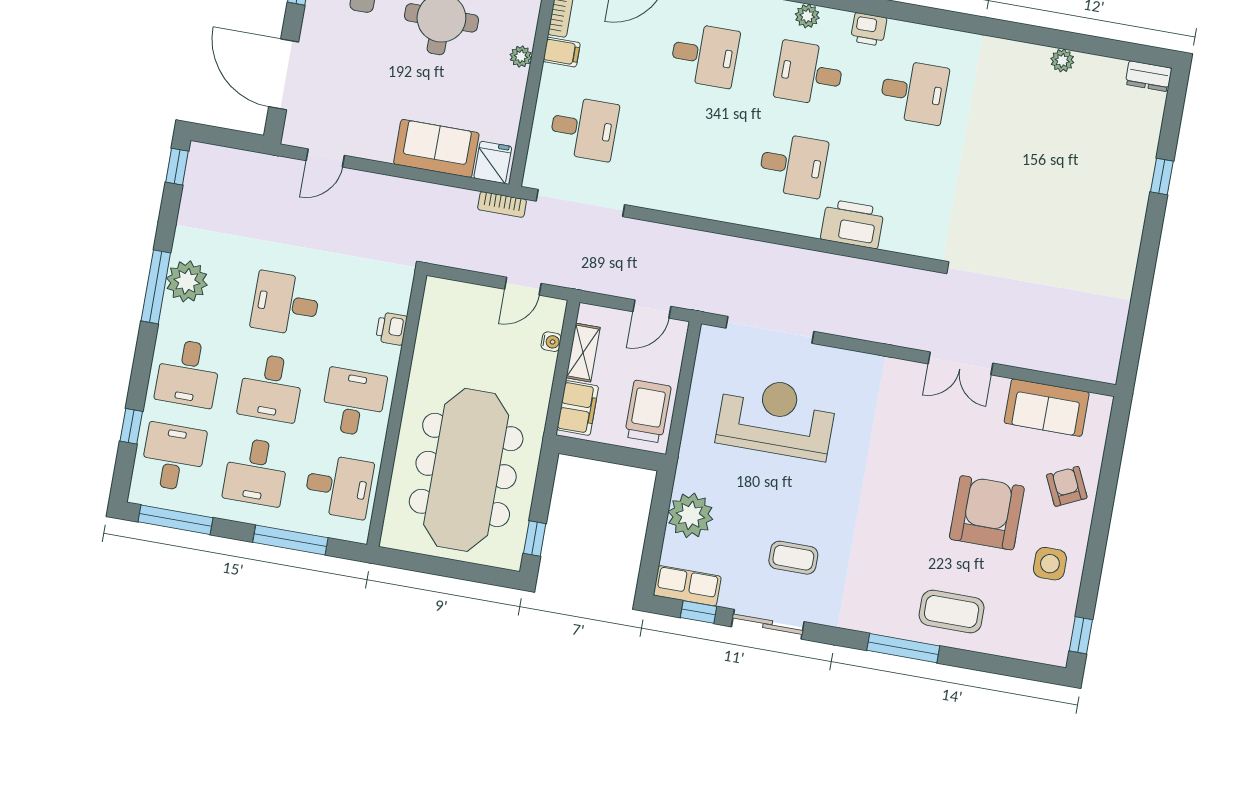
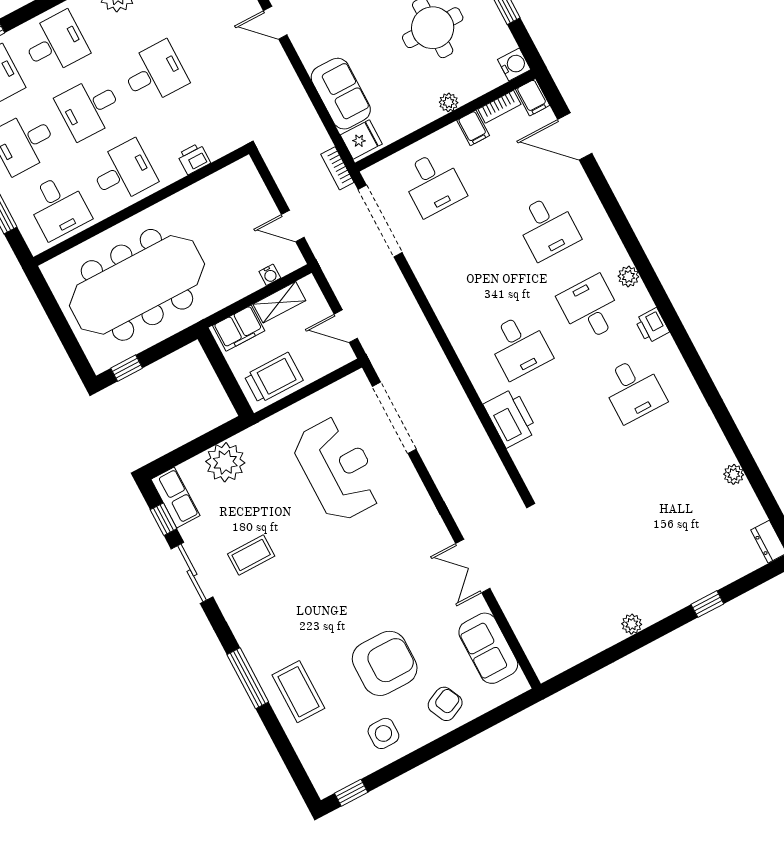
plant: (1126, 260) -> (632, 624), added
desk: (286, 304) -> (155, 73), turned 90
desk: (188, 373) -> (55, 43), turned 180
coffee table: (793, 558) -> (251, 555), turned 90

